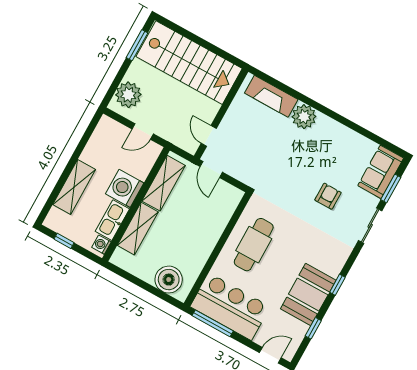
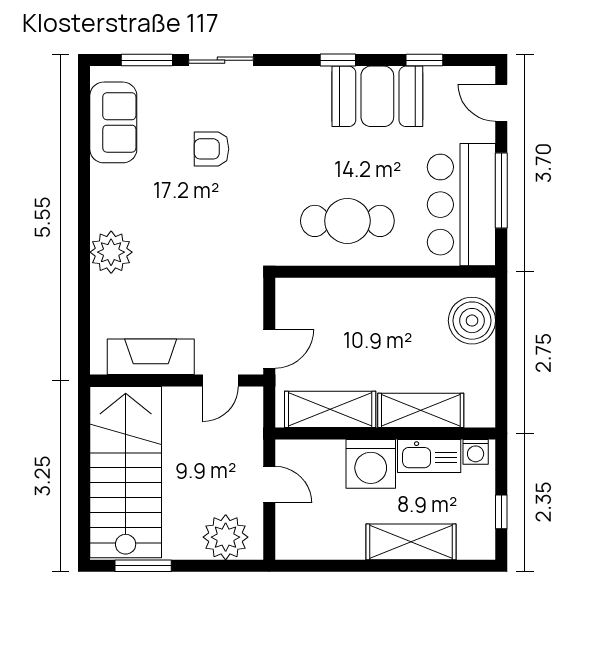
fireplace: (271, 96) -> (151, 357), moved, turned -90
sofa: (381, 172) -> (113, 122), moved, turned -90
window: (213, 323) -> (501, 191), moved

